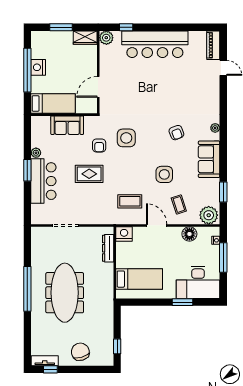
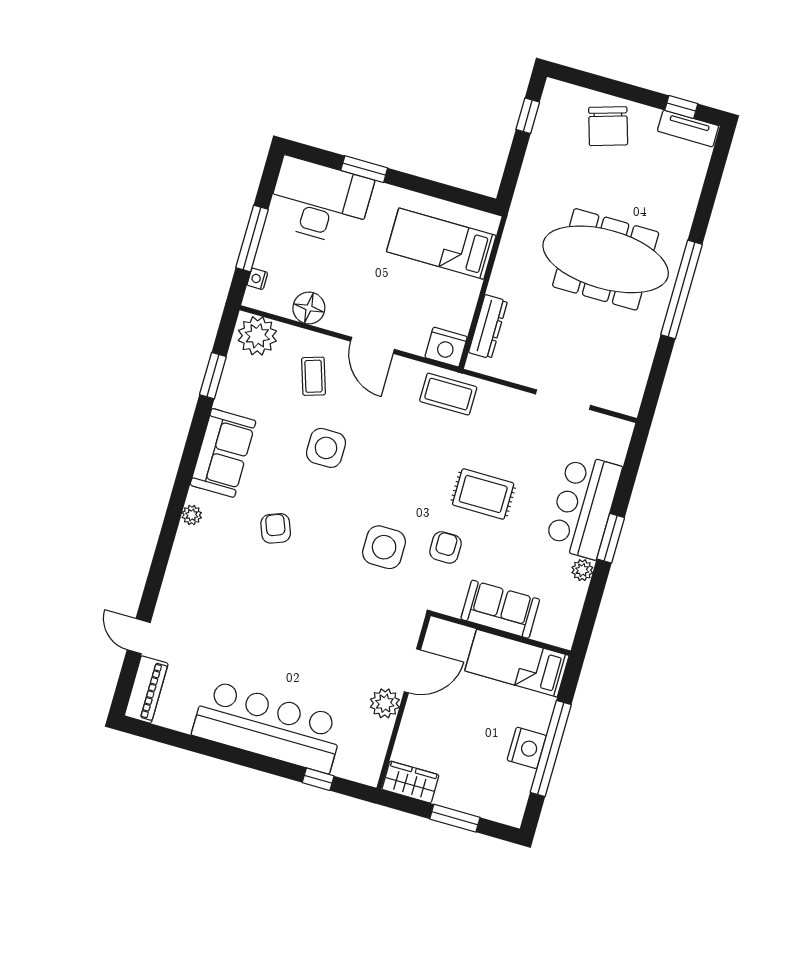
plant: (106, 38) -> (385, 703), moved
coffee table: (130, 201) -> (448, 394), moved
meeting table: (65, 293) -> (606, 259), turned 90

